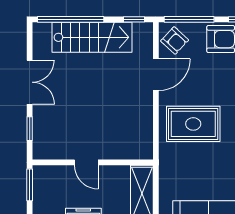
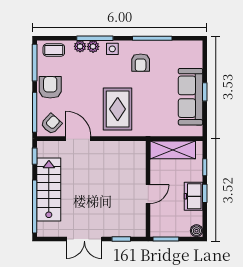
double door: (30, 82) -> (84, 239), swing flipped

